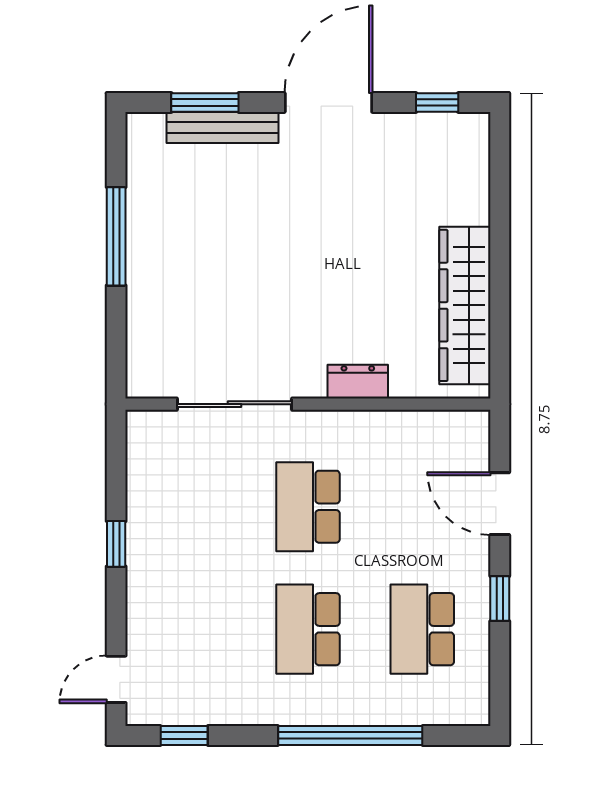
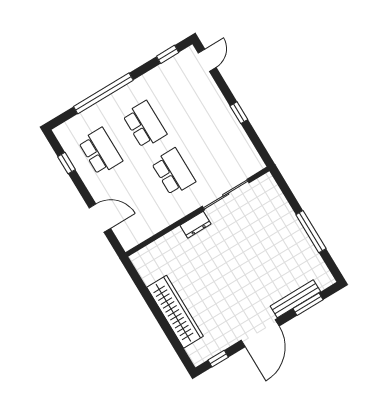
wardrobe: (465, 305) -> (175, 312), moved
dresser: (358, 382) -> (196, 225), moved
window: (500, 599) -> (67, 163), moved

